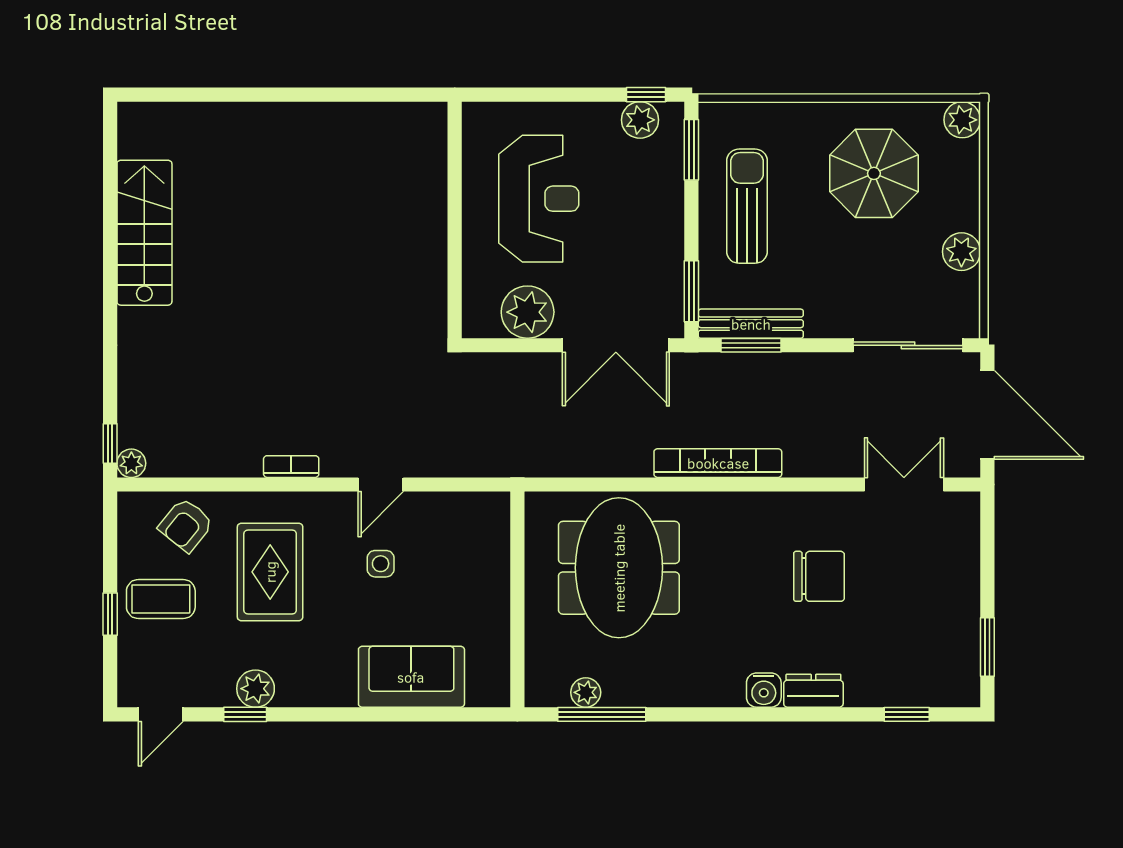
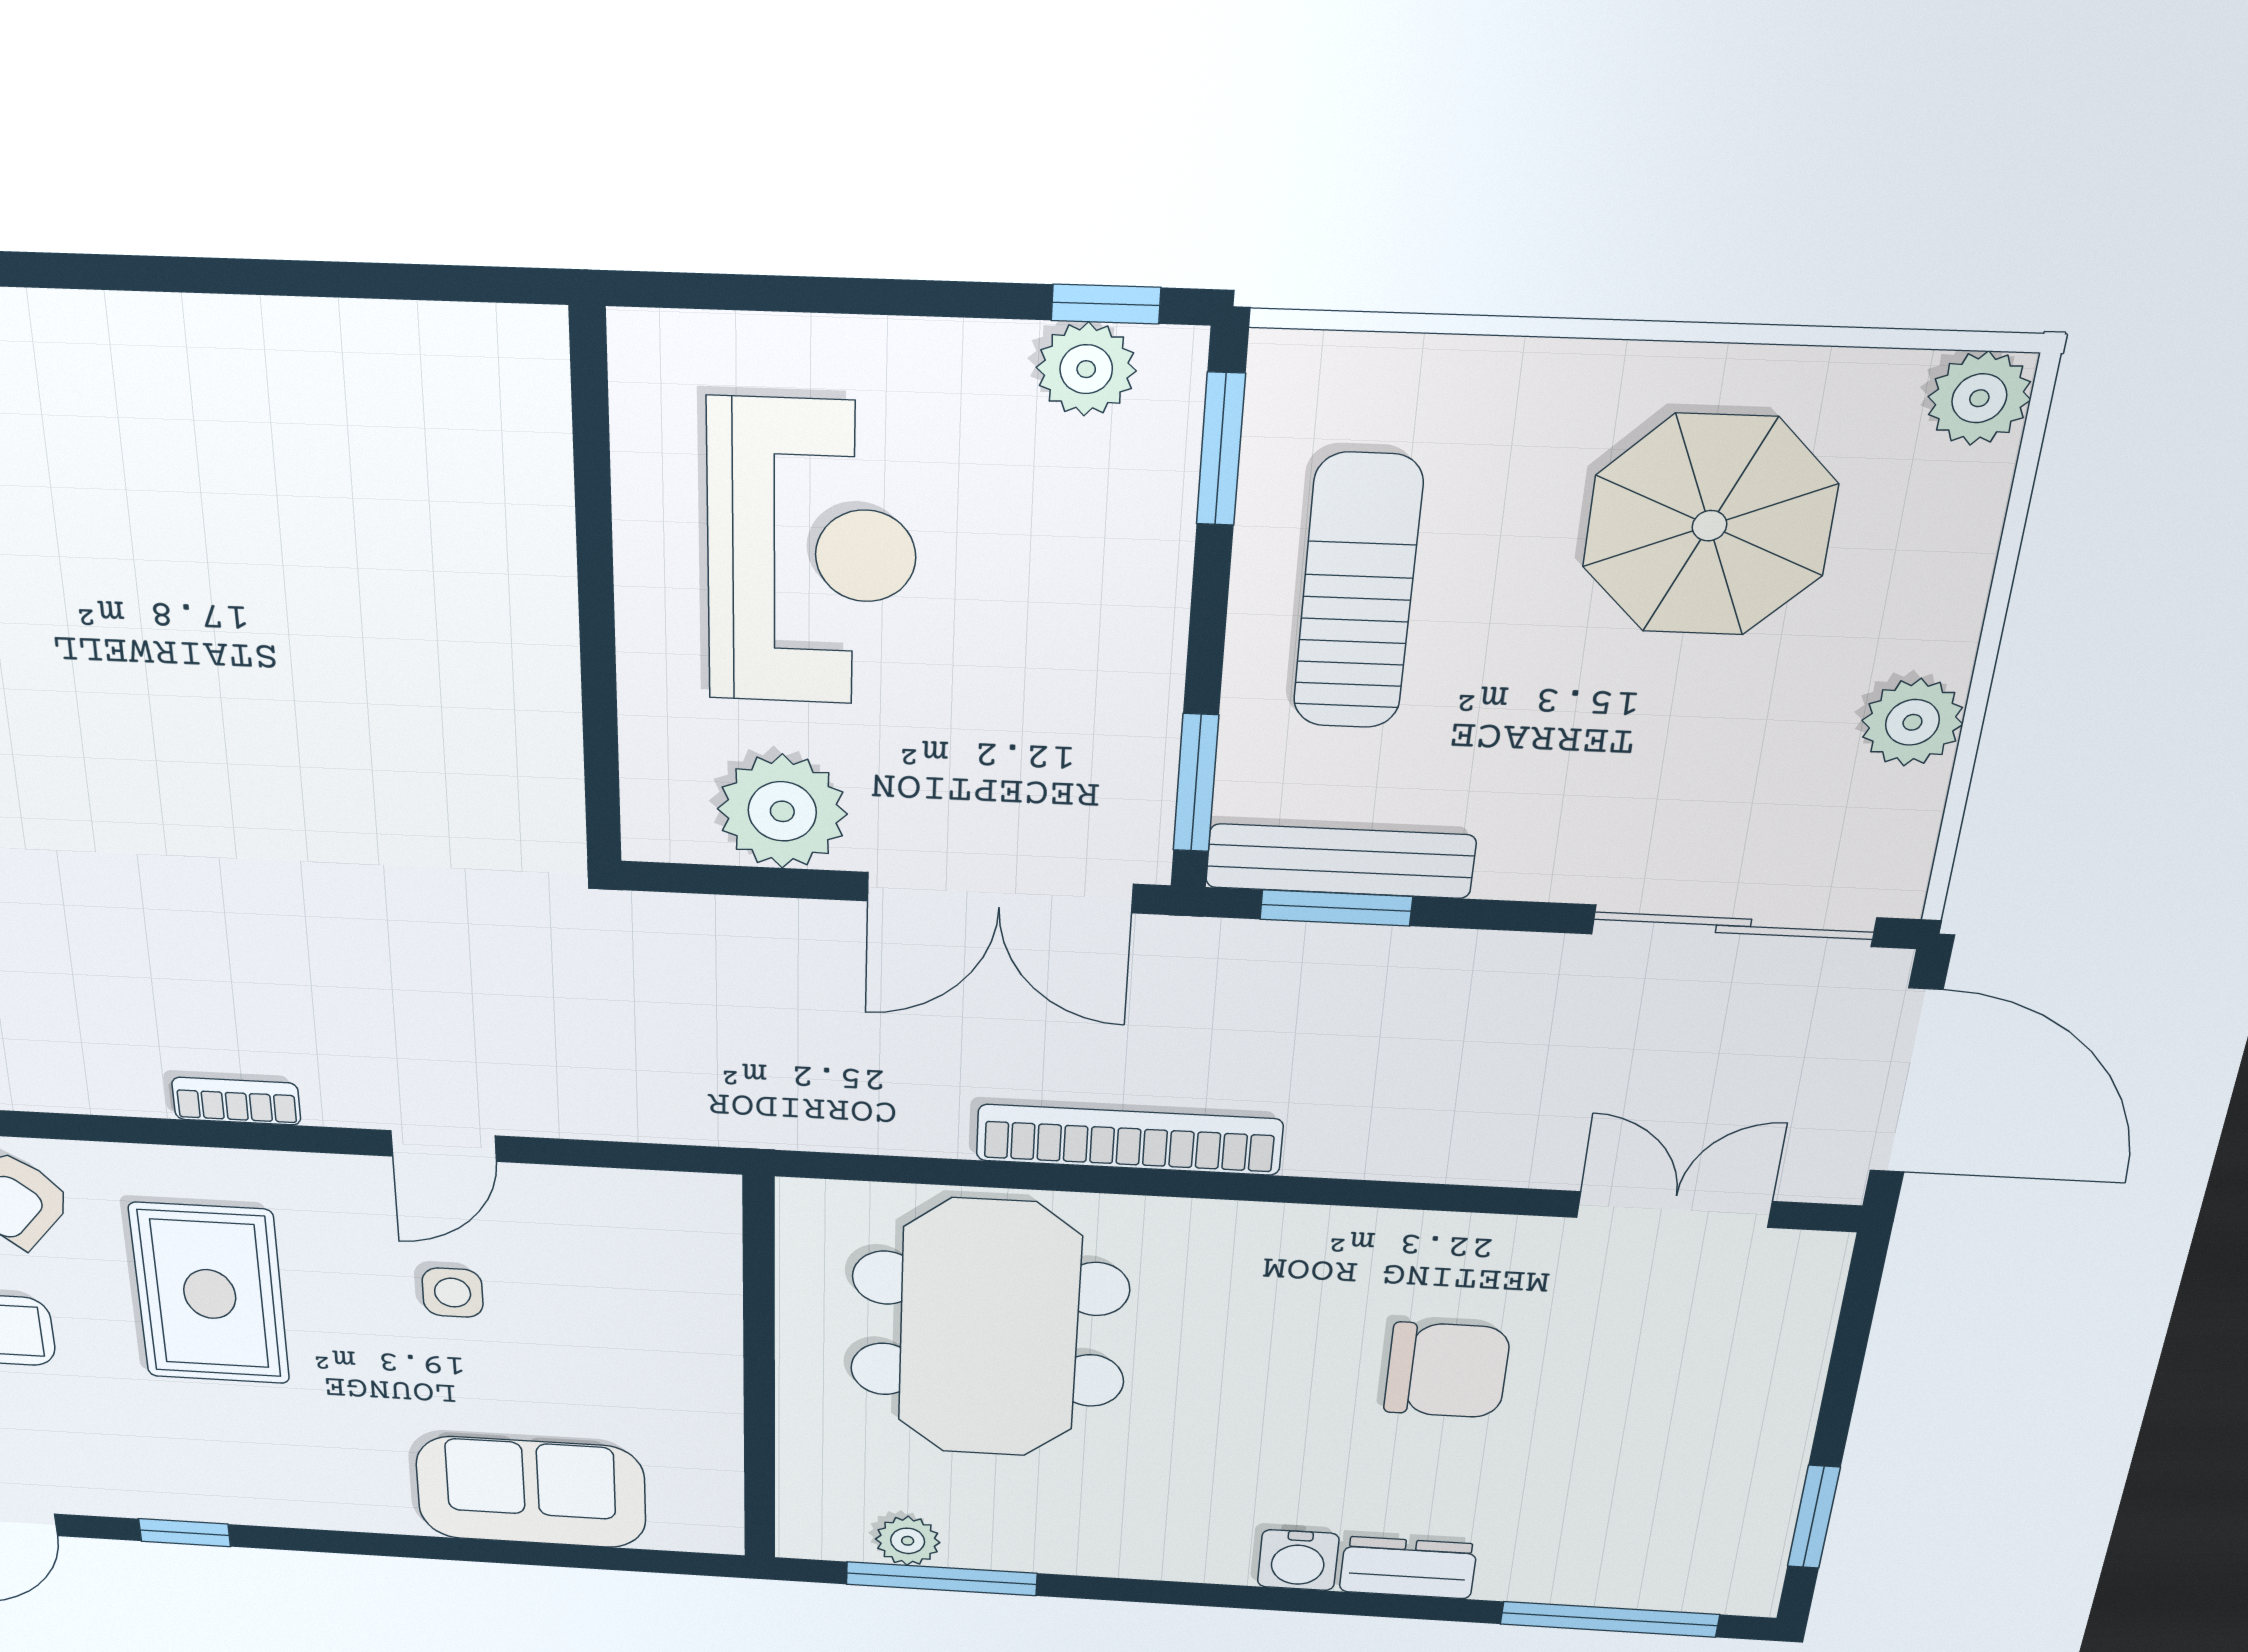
bookcase: (718, 463) -> (1129, 1140), moved
plant: (256, 689) -> (201, 1492), removed
window: (907, 714) -> (1610, 1619), width x2.17

